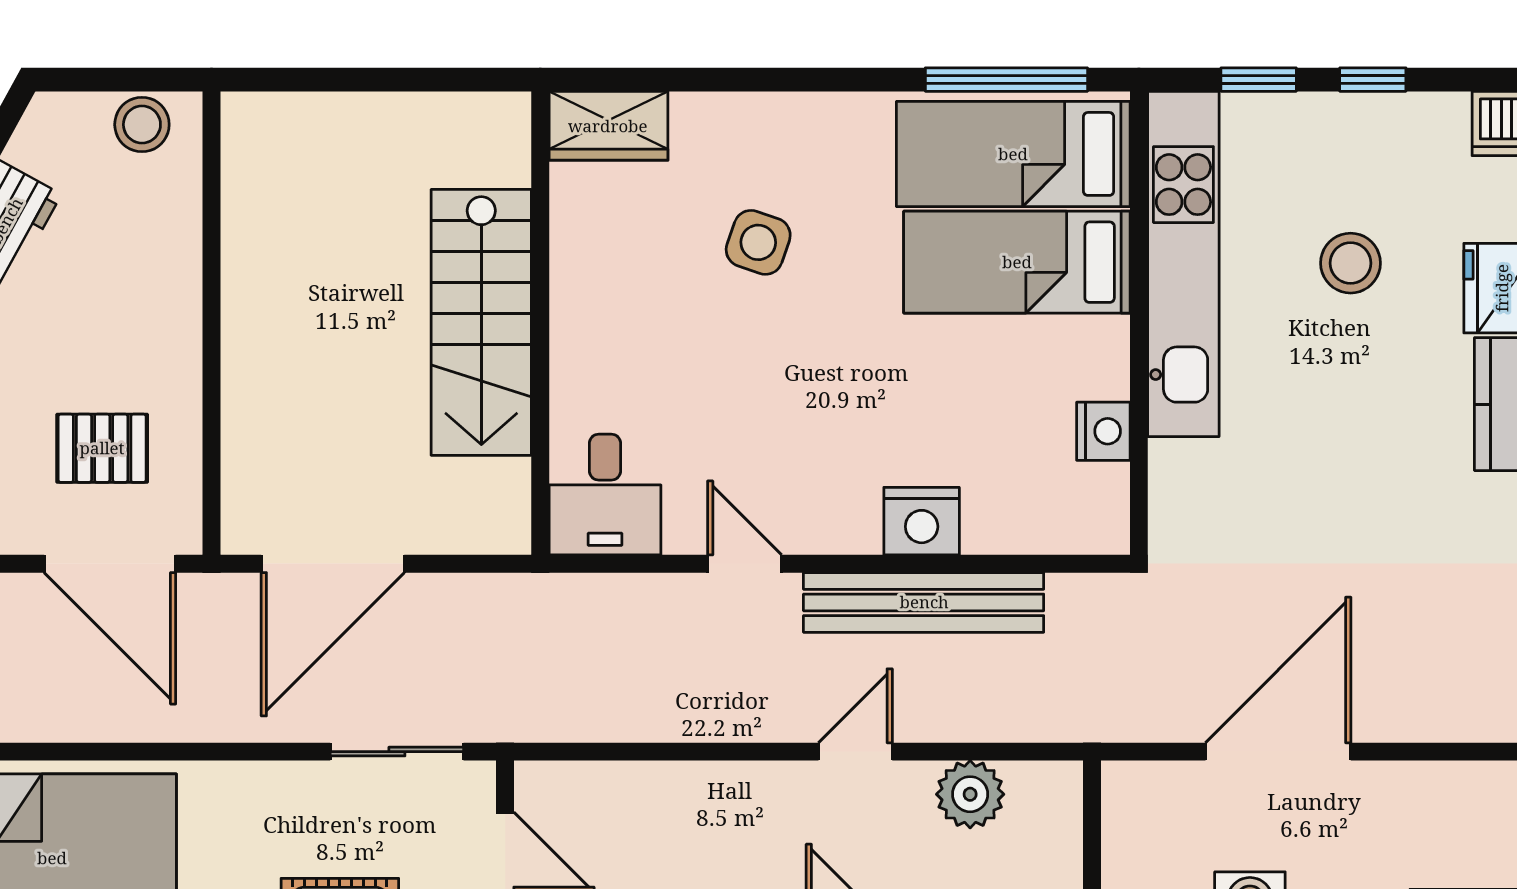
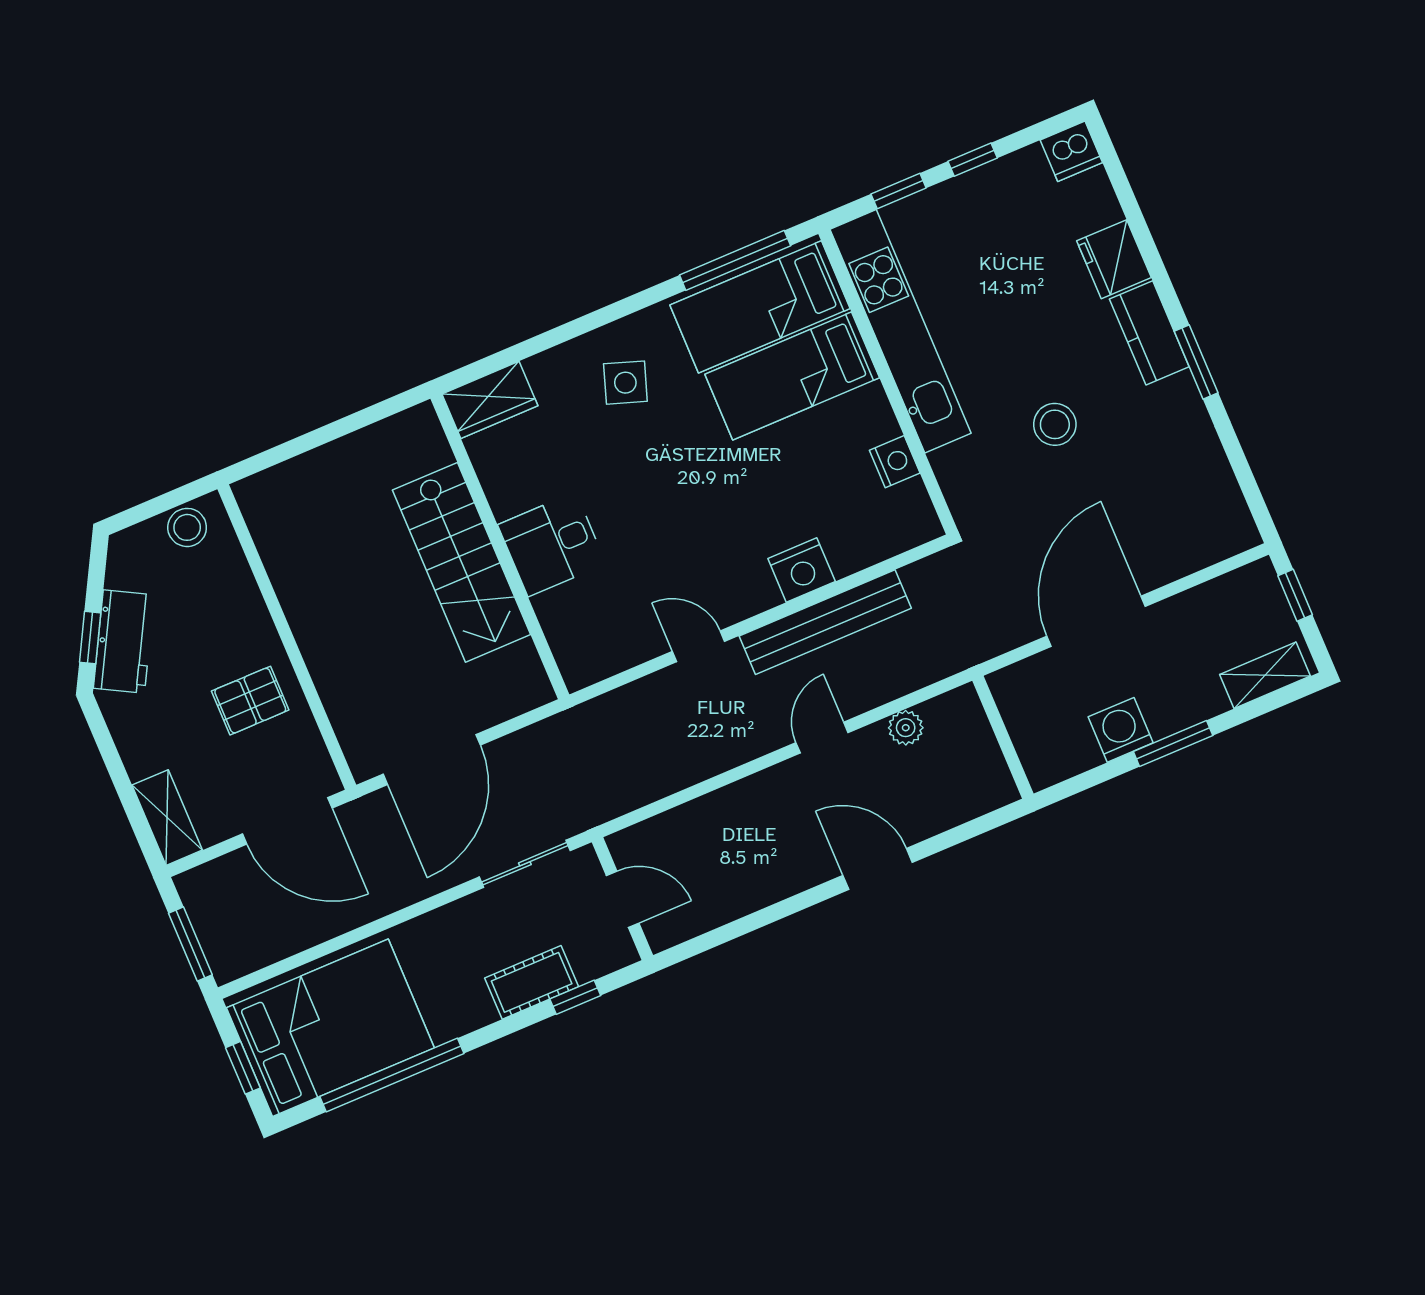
side table: (758, 242) -> (625, 383), moved
stool: (1351, 263) -> (1055, 424), moved
pallet: (102, 448) -> (250, 701), moved
desk: (605, 495) -> (552, 544), moved, turned 90
plant: (970, 794) -> (906, 728), width x0.73, depth x0.73

